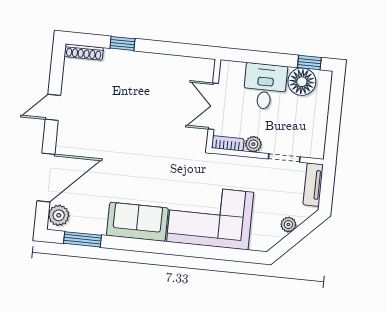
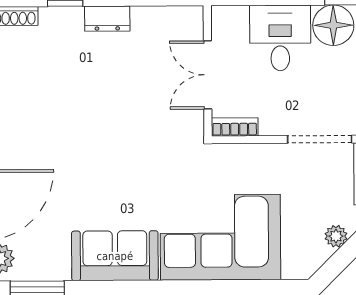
dresser: (149, 61) -> (107, 19), added
plant: (253, 144) -> (272, 124), removed
doorway: (284, 158) -> (320, 139), width x1.38

